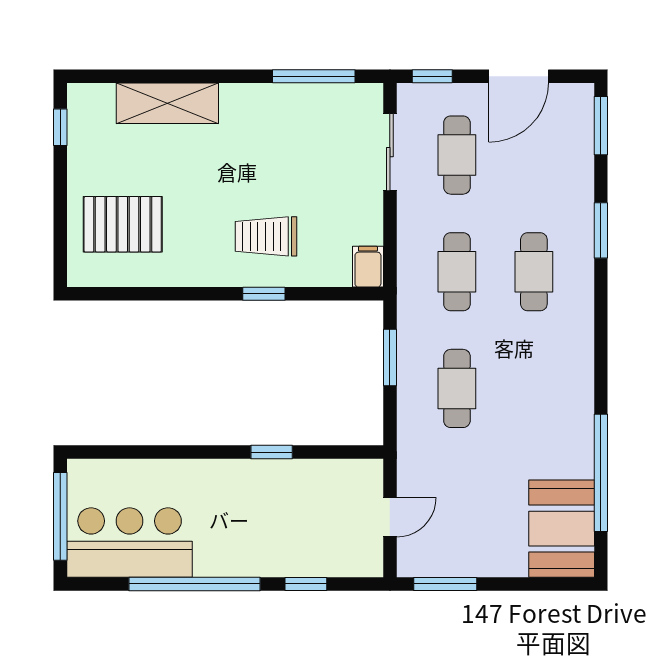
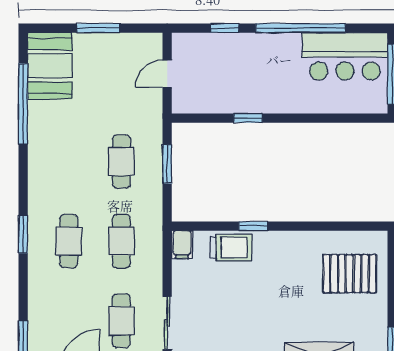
window: (601, 230) -> (23, 234), moved
trolley: (266, 236) -> (231, 248), moved
window: (390, 358) -> (167, 164), moved
window: (445, 584) -> (98, 28), moved

